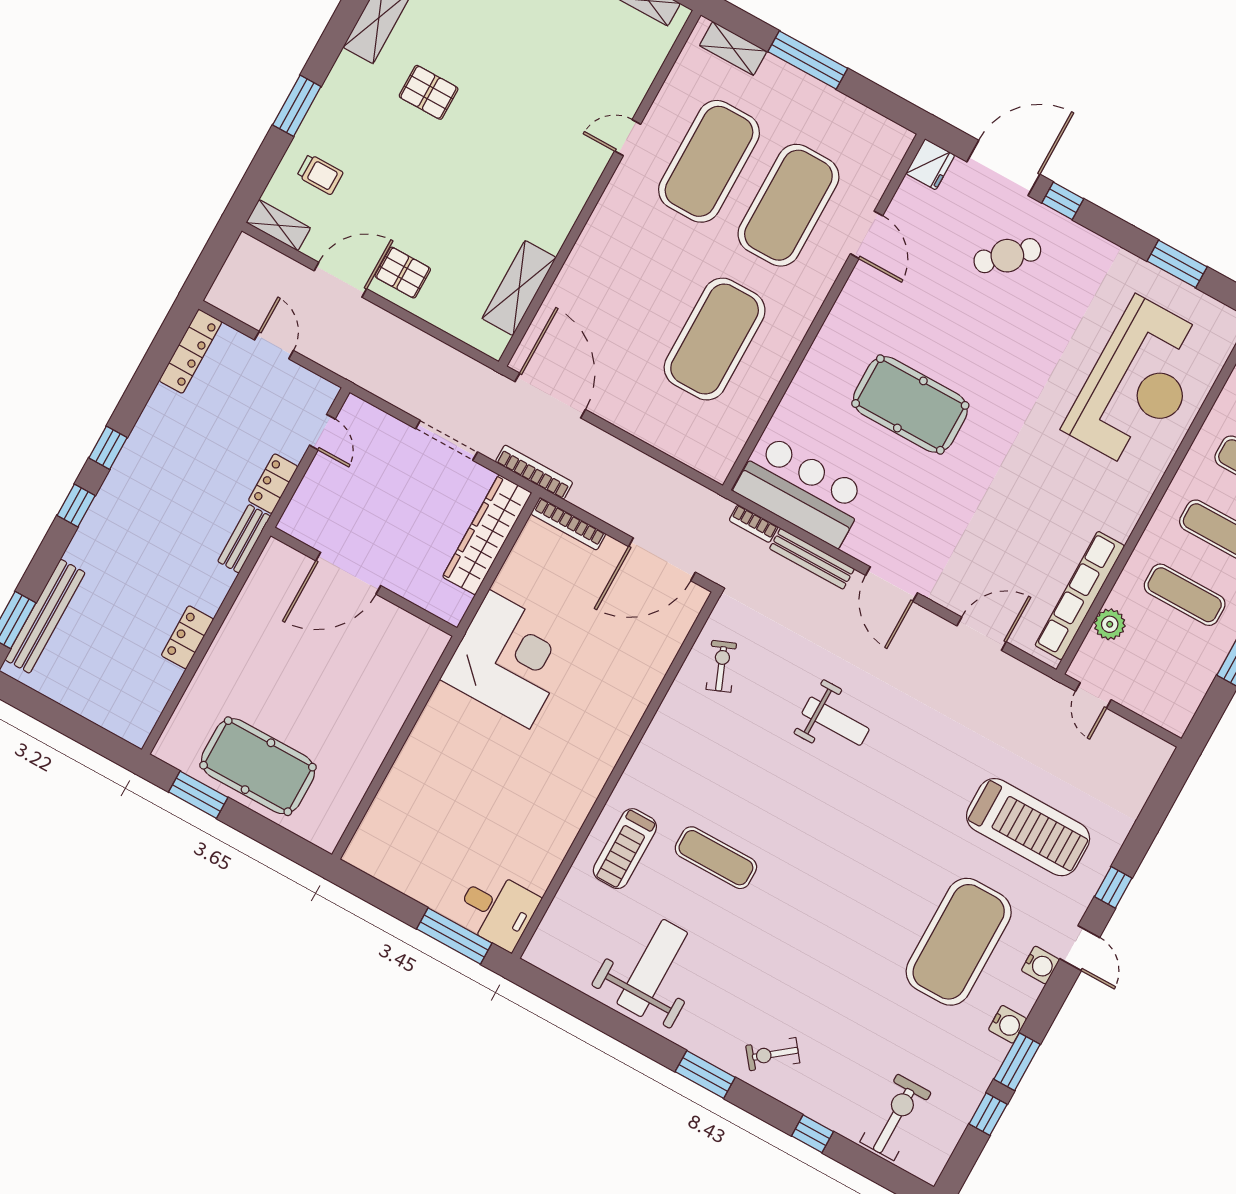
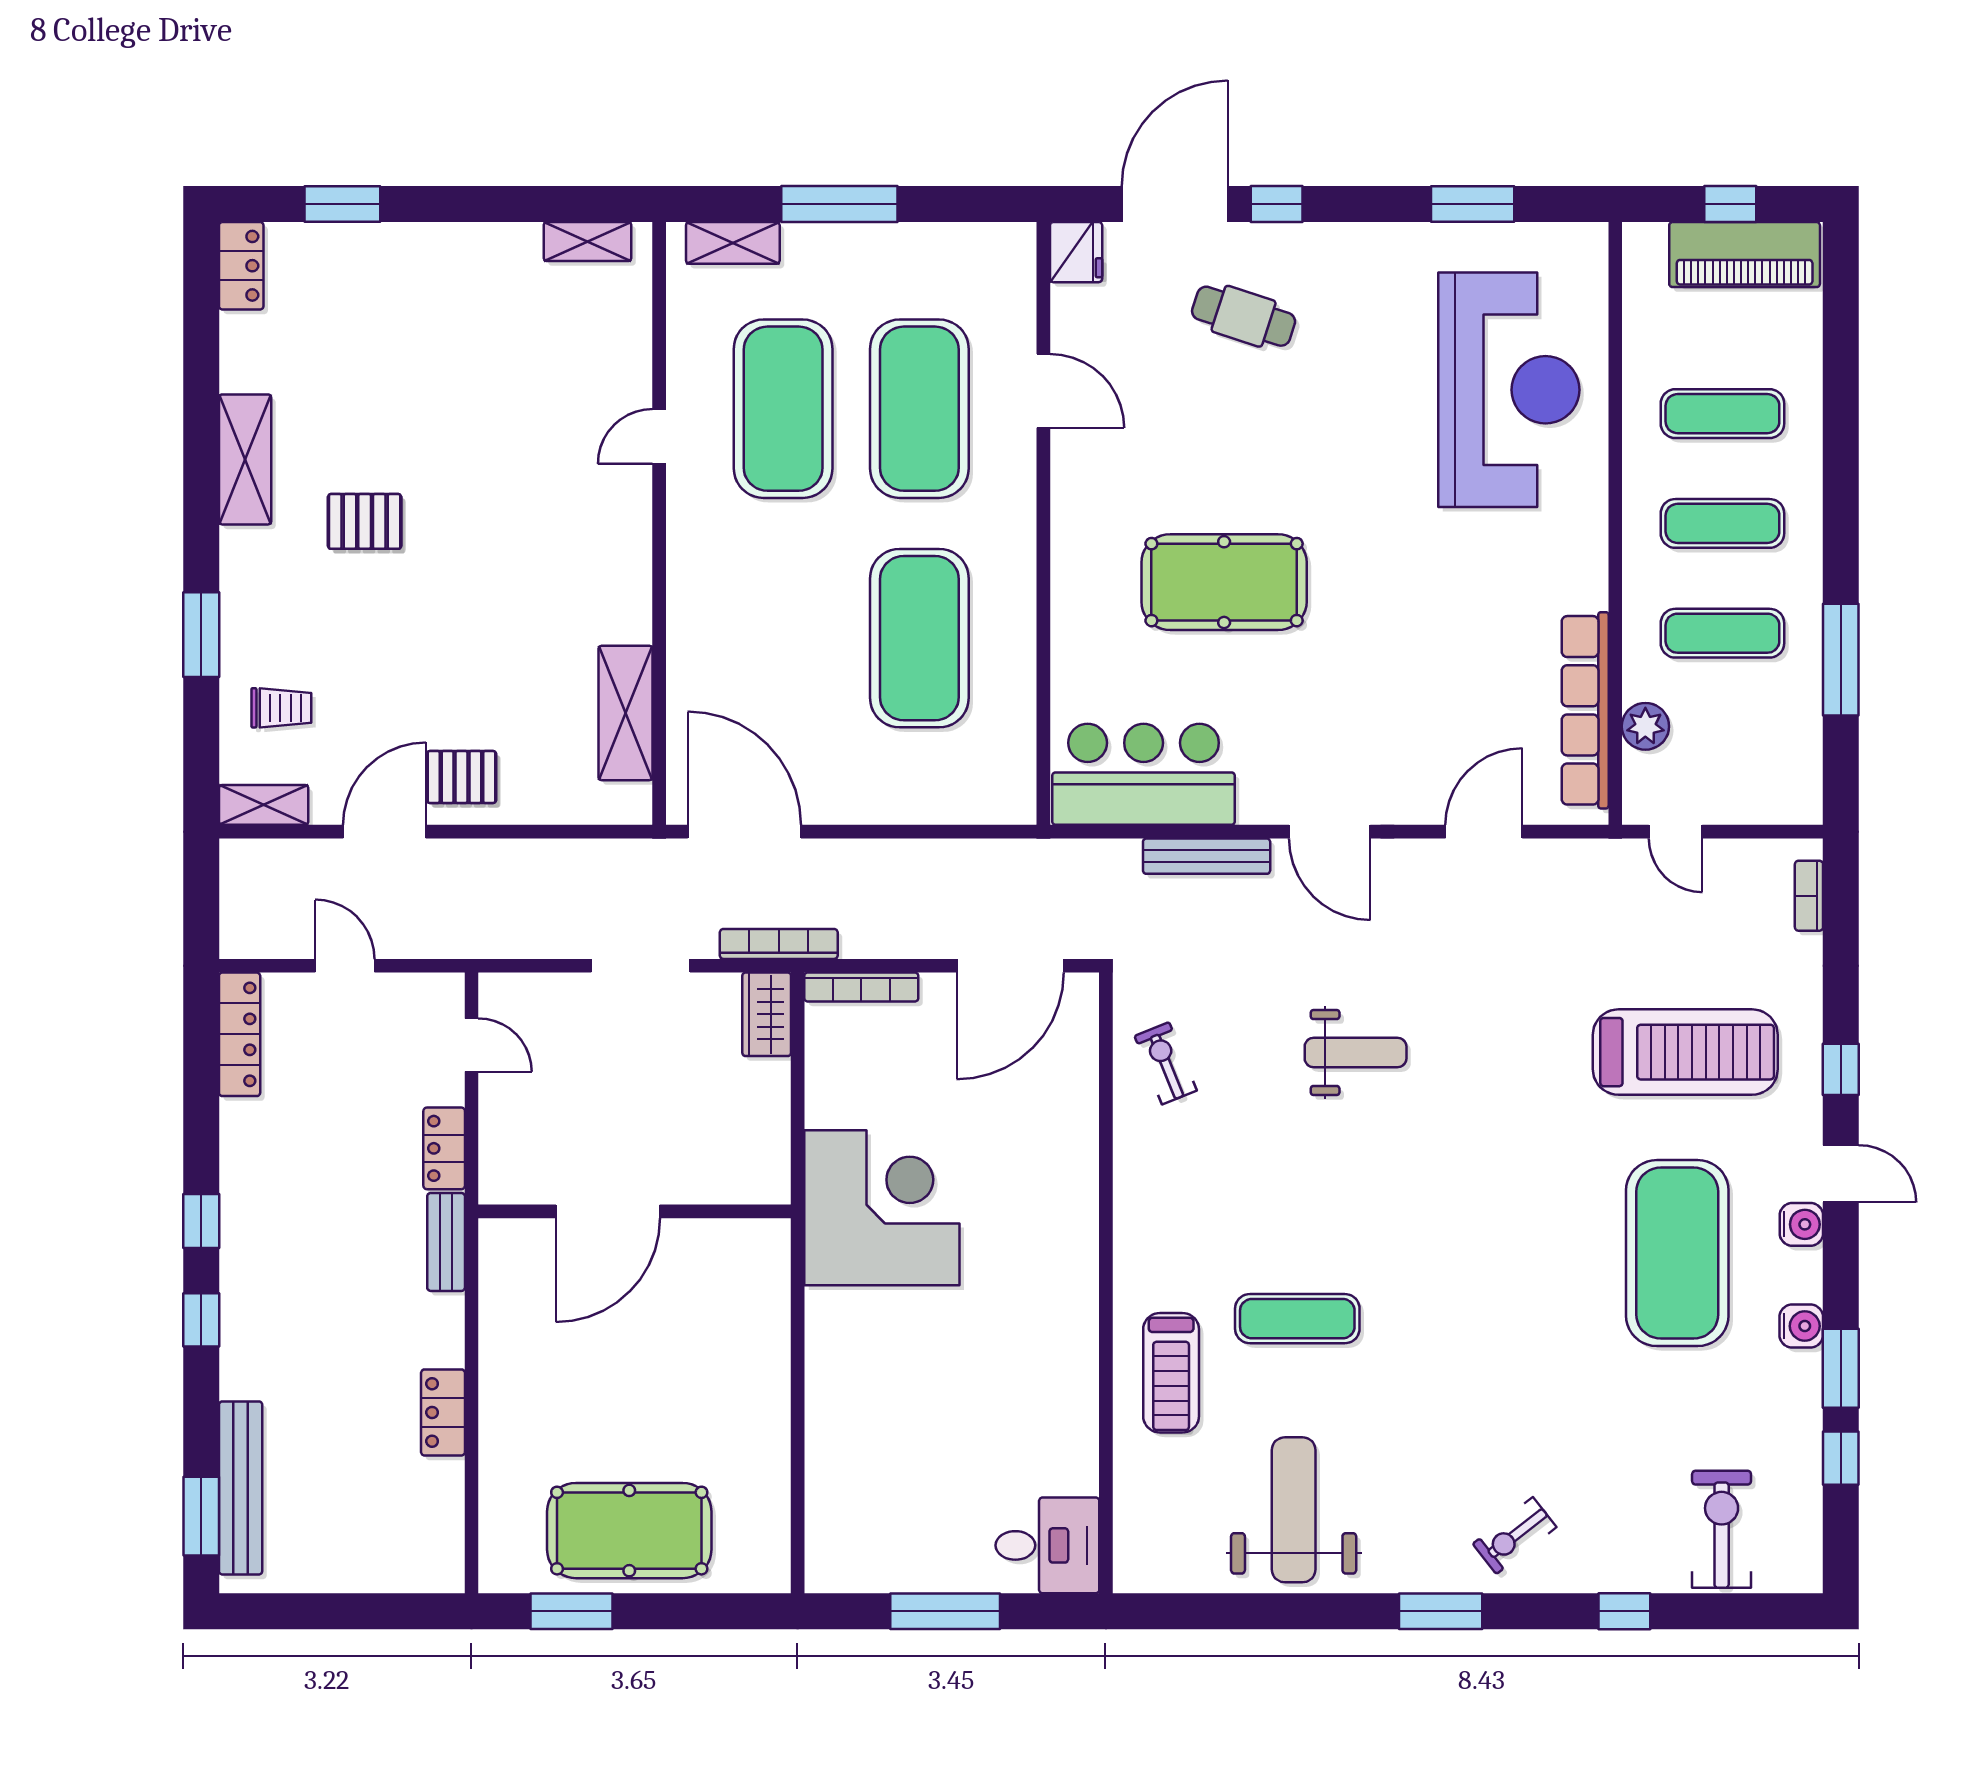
cafe table: (1007, 256) -> (1244, 316), turned 61
bookcase: (754, 524) -> (1809, 896), moved, turned 90
wardrobe: (487, 535) -> (767, 1014), width x0.48, depth x0.85
window: (454, 936) -> (945, 1611), moved

